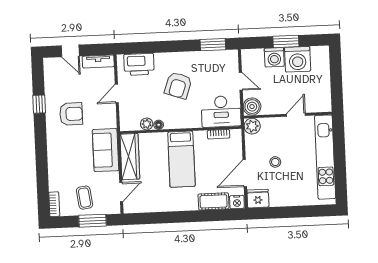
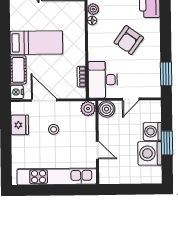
armchair: (178, 85) -> (129, 40), turned -73
bed: (181, 159) -> (36, 43), moved, turned 180
fridge: (258, 199) -> (20, 125), moved

